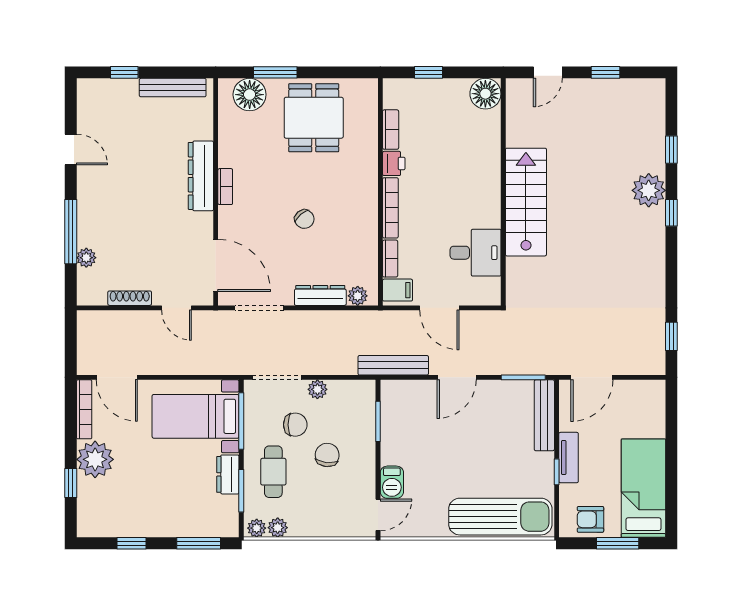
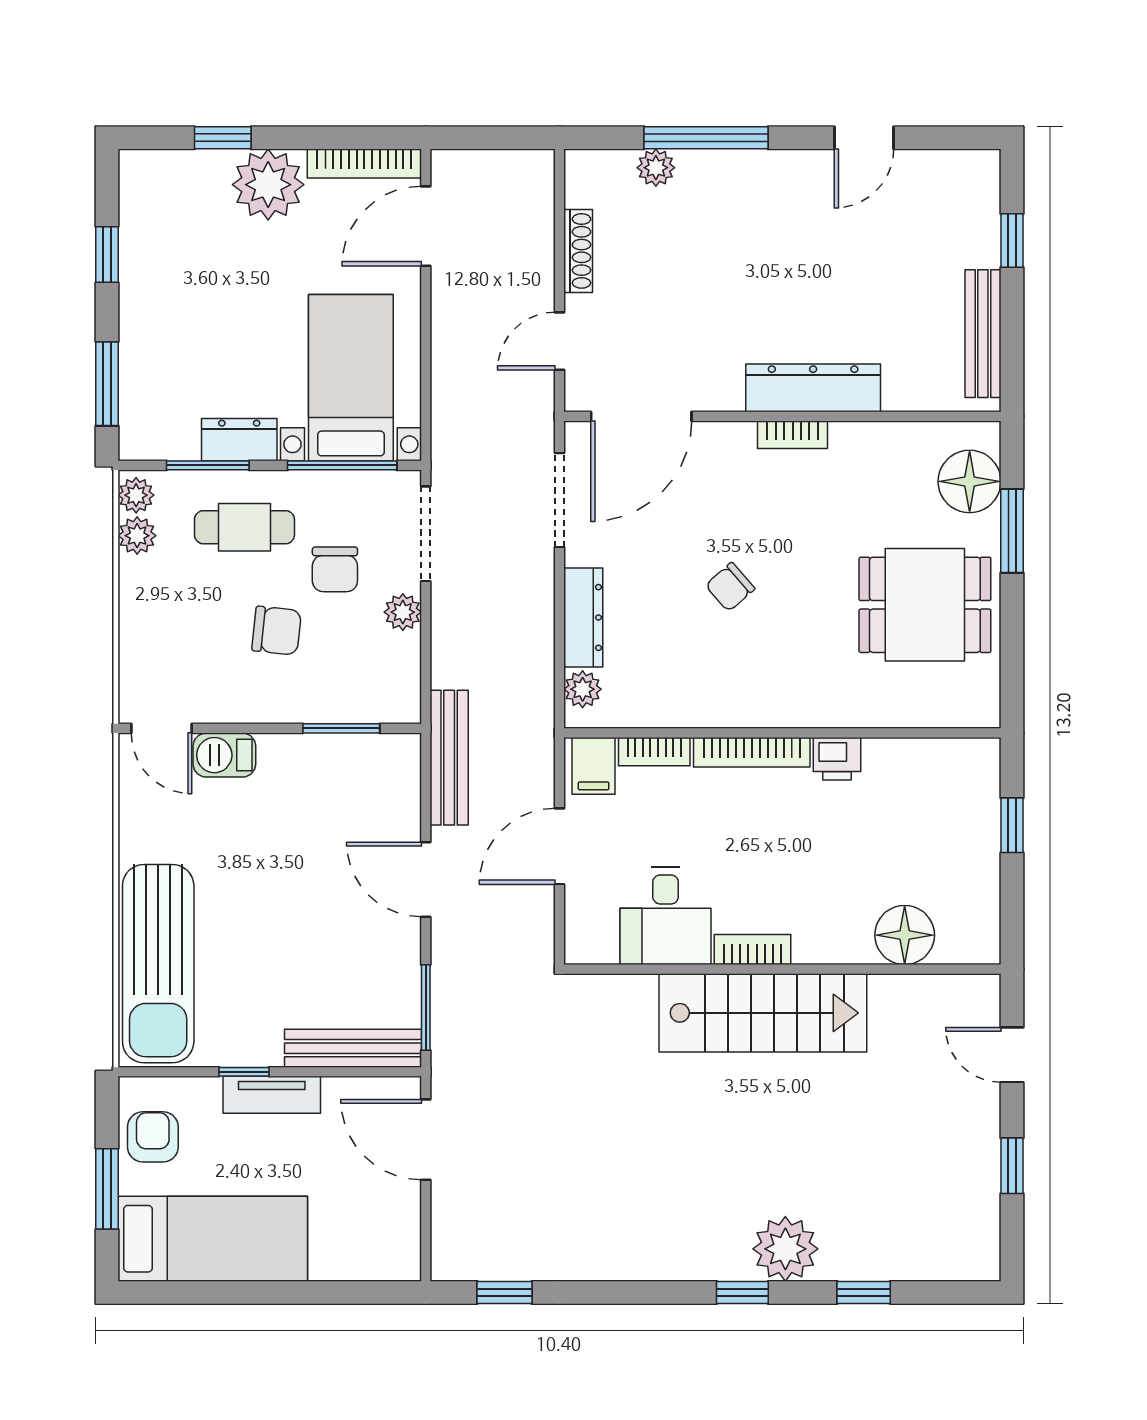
floor lamp: (485, 94) -> (905, 935), moved
bookcase: (391, 130) -> (753, 950), moved, turned 180

